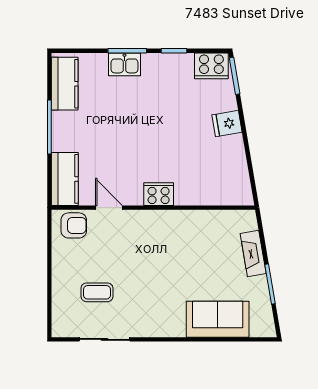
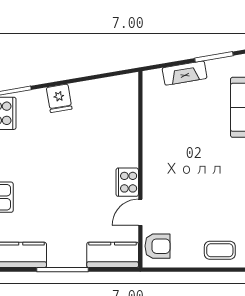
cooker: (159, 194) -> (127, 182), moved
armchair: (74, 225) -> (157, 246), turned 90
coffee table: (97, 292) -> (220, 250), moved, turned 90

